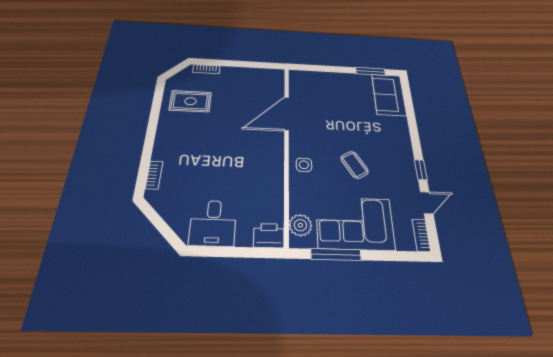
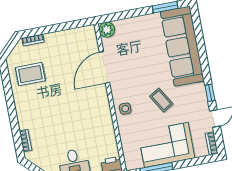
sofa: (389, 95) -> (182, 46), width x1.85, depth x1.27
plant: (300, 225) -> (107, 30), moved

